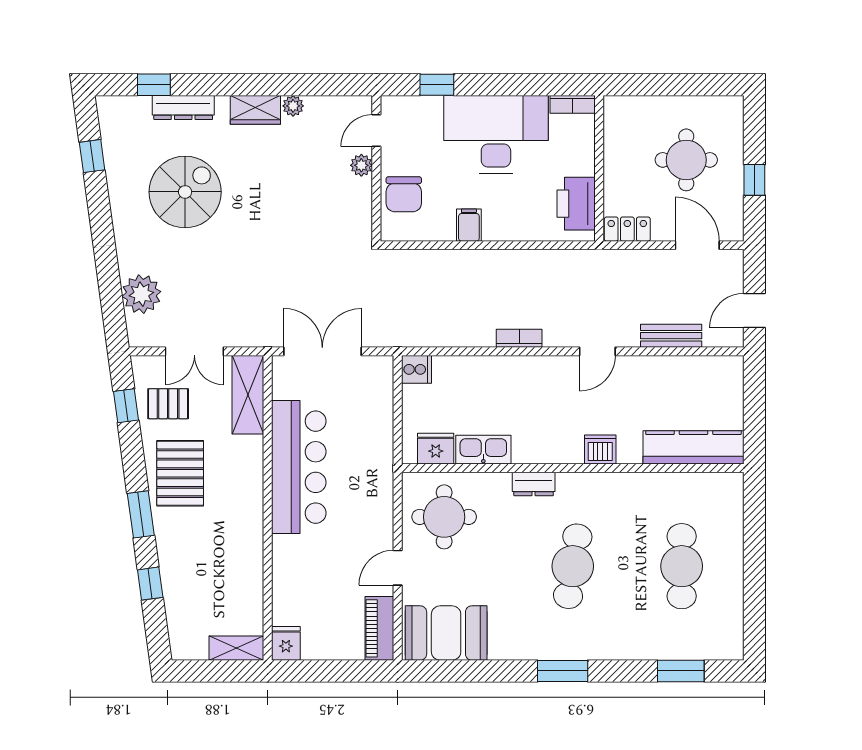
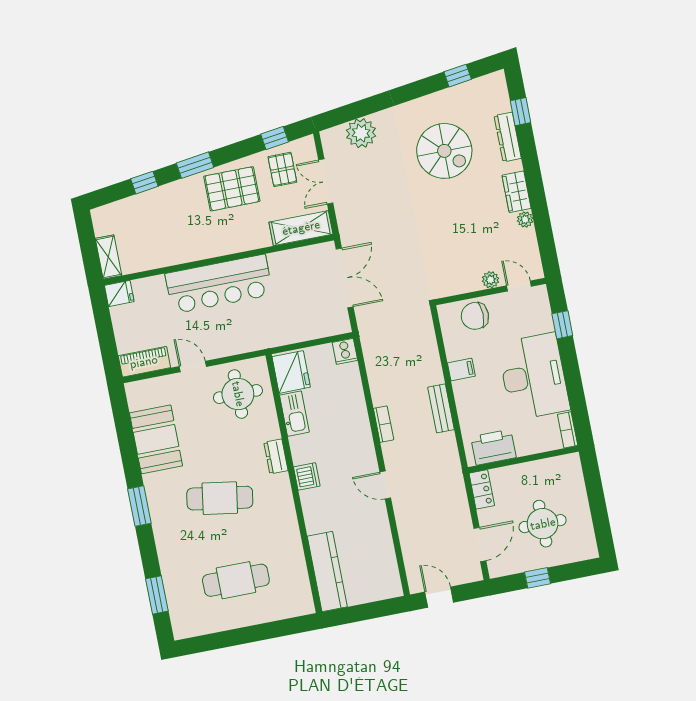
bench: (671, 336) -> (441, 408), moved
fridge: (436, 449) -> (291, 372), width x1.36, depth x1.34
dishwasher: (600, 449) -> (307, 476), moved
bar counter: (299, 467) -> (219, 284), moved
booth: (446, 633) -> (156, 439), moved

